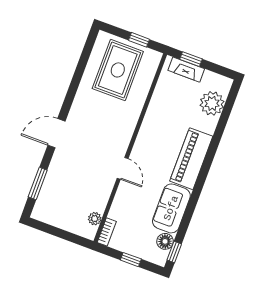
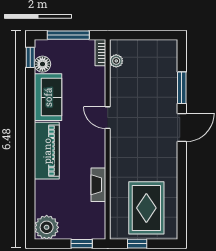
fireplace: (186, 70) -> (98, 185), moved, turned -90
plant: (212, 103) -> (47, 227), moved
window: (38, 183) -> (182, 88), moved
window: (131, 260) -> (68, 35), width x2.17

